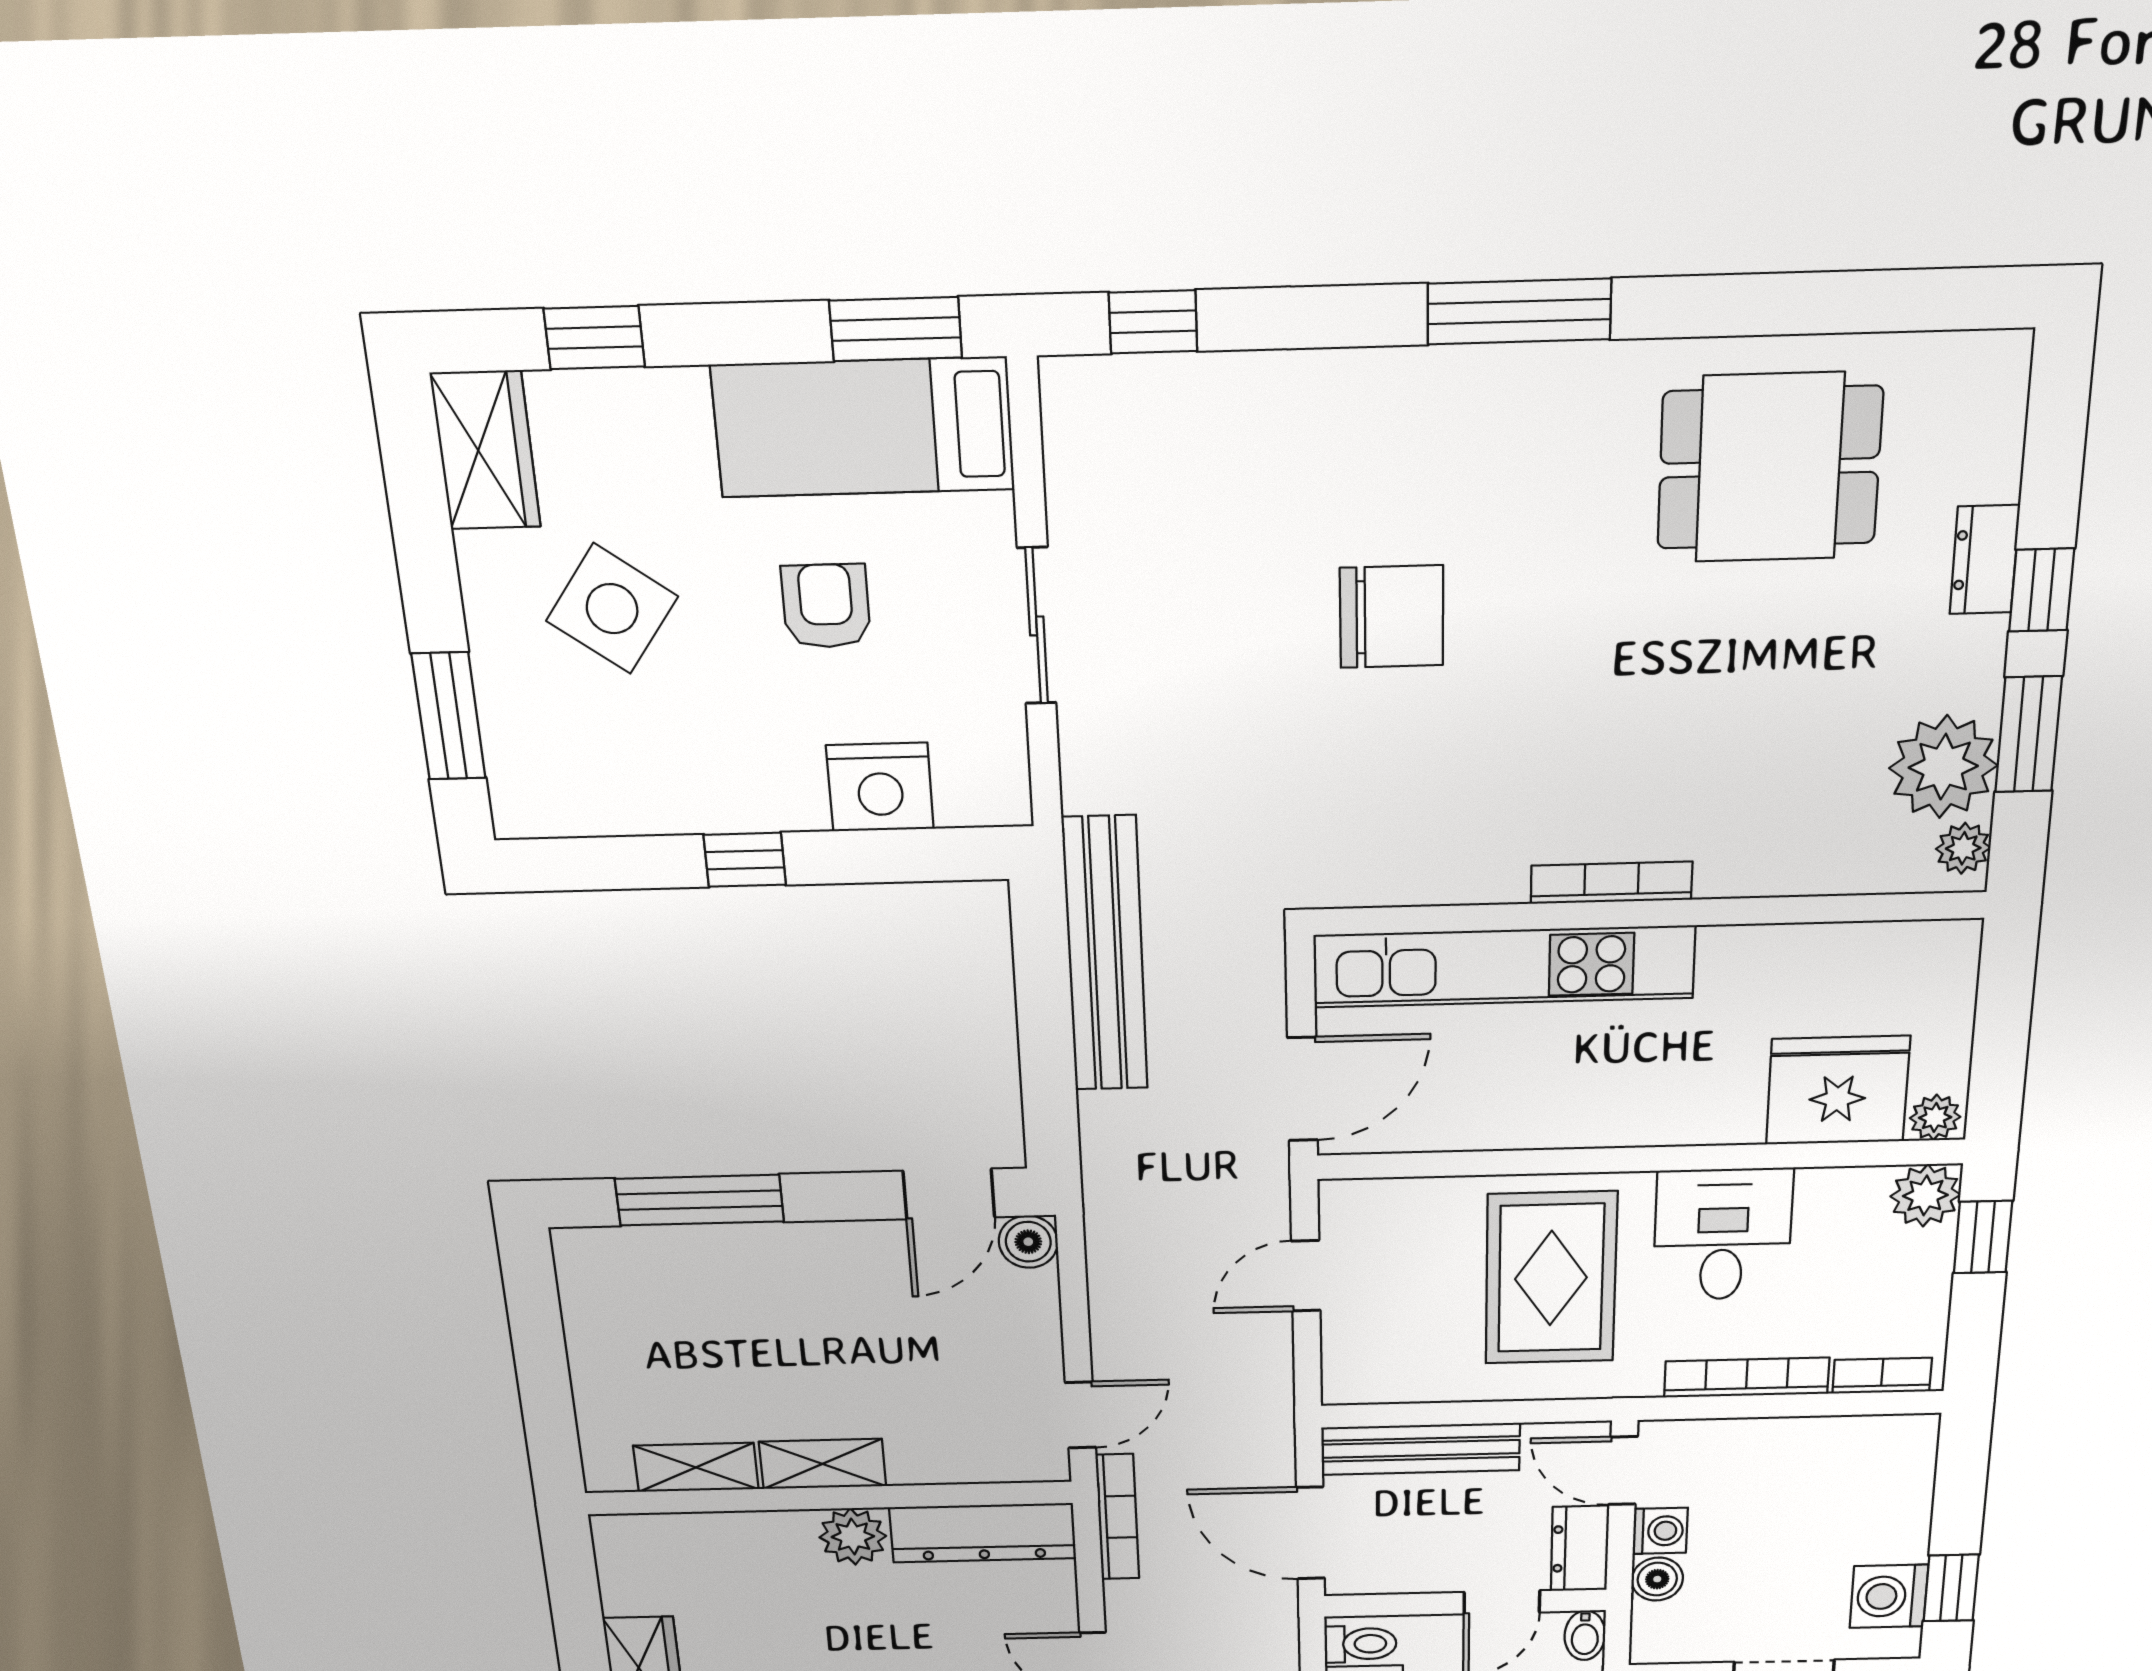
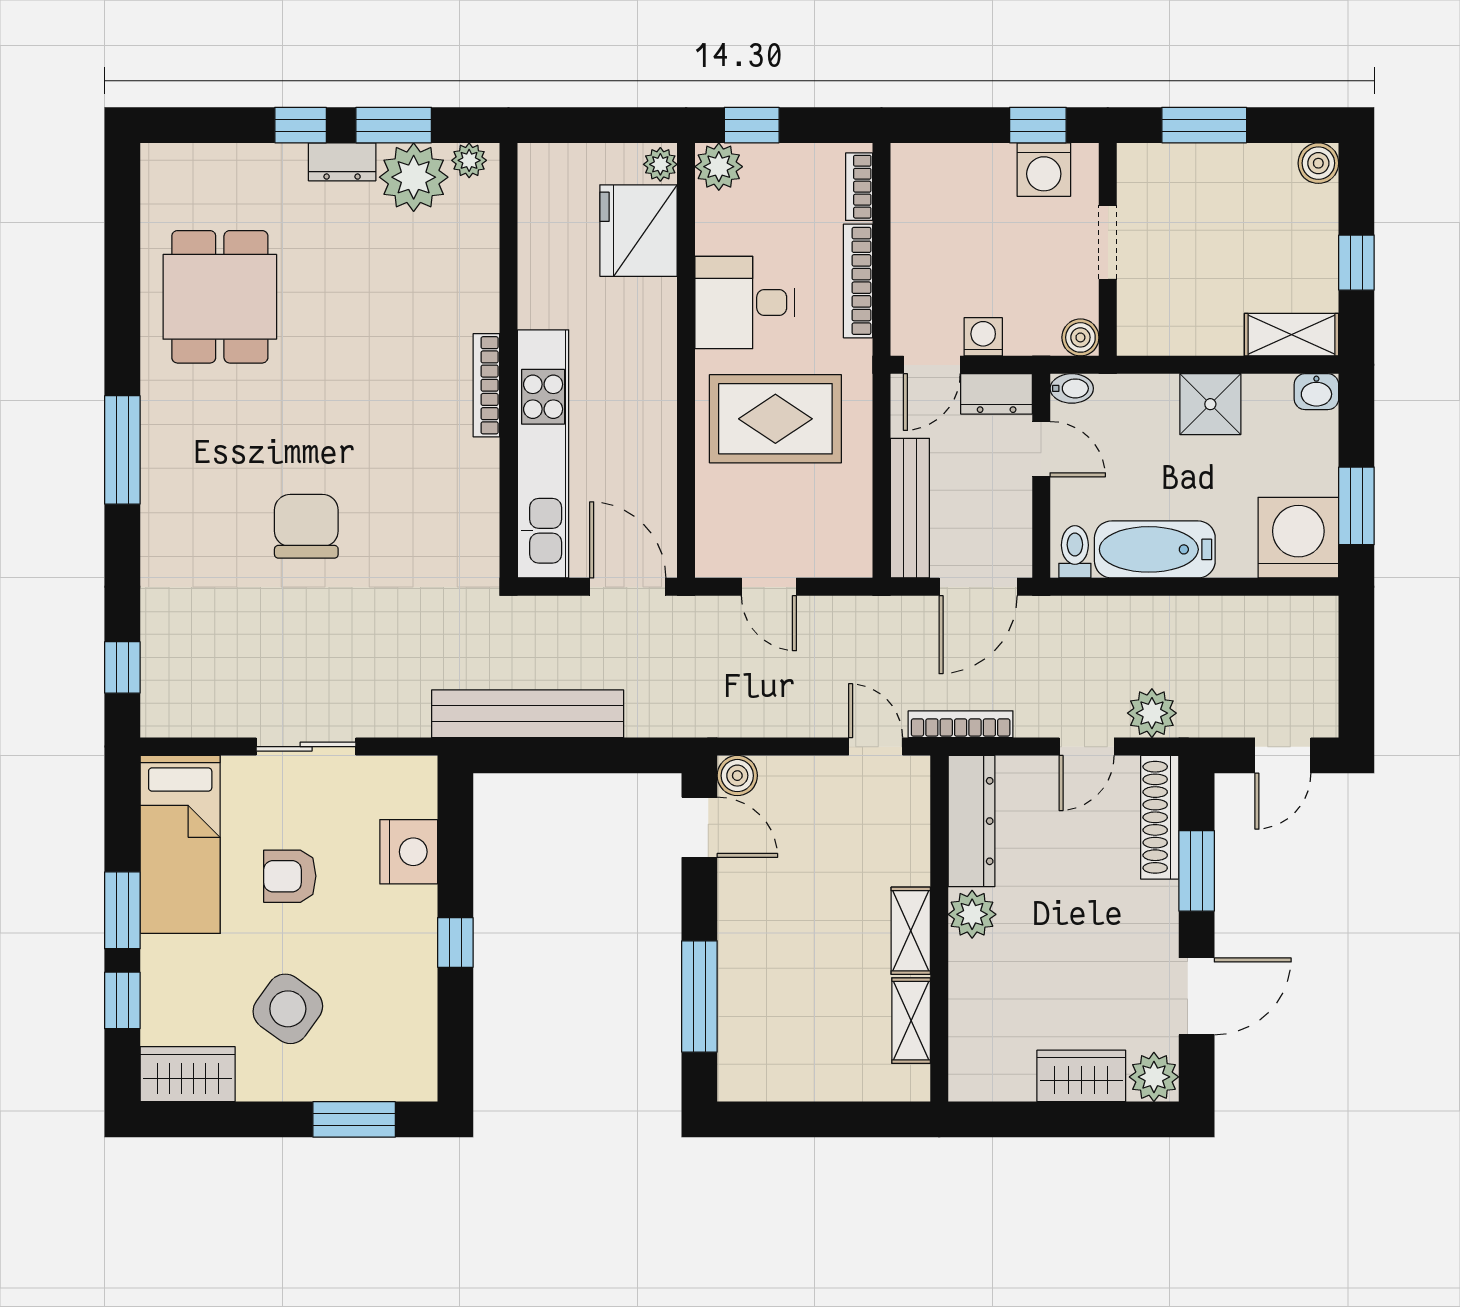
window: (896, 329) -> (122, 910), moved
dresser: (1985, 560) -> (342, 162), moved
boiler: (1657, 1579) -> (1080, 337), moved

